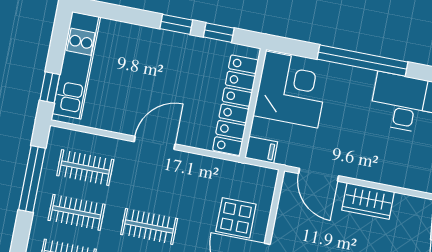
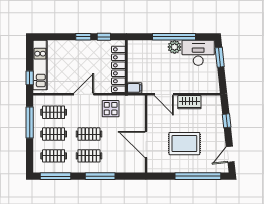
plant: (360, 82) -> (175, 47), added
corner desk: (292, 89) -> (143, 57), removed
display table: (236, 218) -> (111, 109), moved

